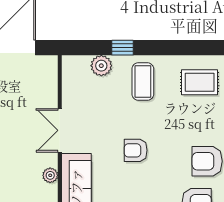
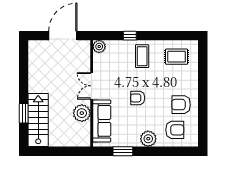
plant: (101, 66) -> (99, 47), moved
plant: (50, 175) -> (82, 113), width x1.88, depth x1.88

